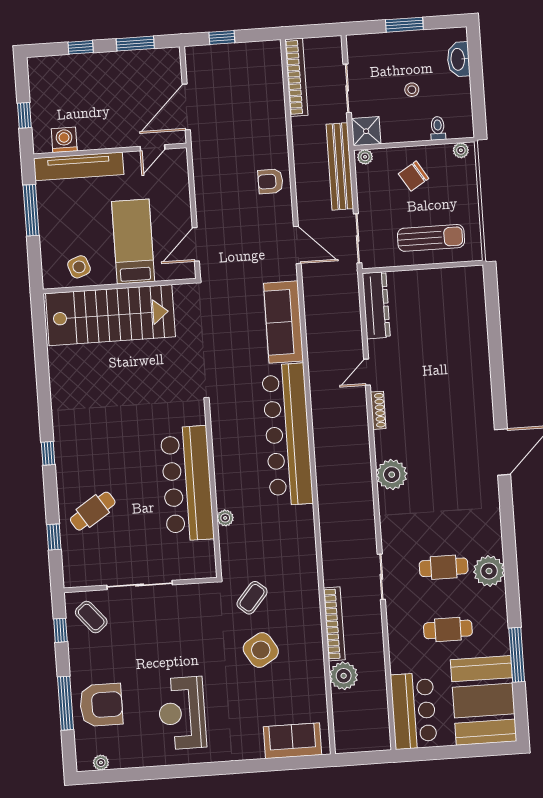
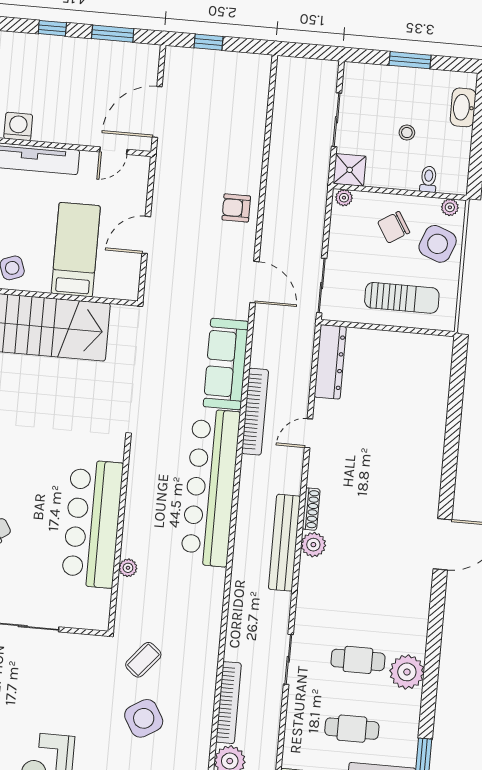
bookcase: (296, 77) -> (255, 412), moved
bench: (340, 166) -> (285, 543), moved
side table: (455, 185) -> (438, 244), added
door: (196, 244) -> (146, 235), moved
shoe rack: (378, 410) -> (311, 509), moved
plant: (392, 475) -> (313, 545), width x0.73, depth x0.73

